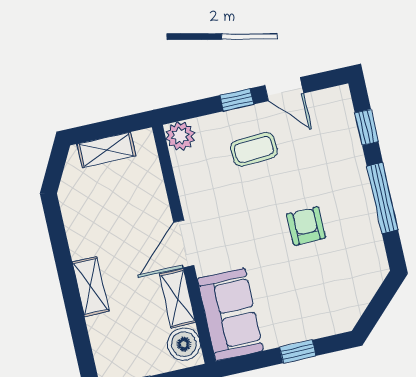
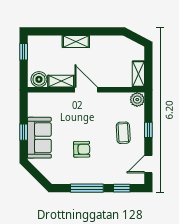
door: (284, 89) -> (148, 164), moved
shelving: (106, 150) -> (138, 74), moved
sofa: (230, 314) -> (39, 138), moved, turned -90

